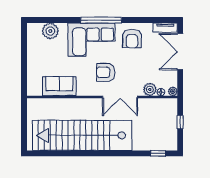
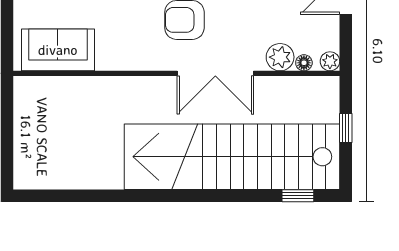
sofa: (59, 86) -> (58, 50), moved
stairs: (82, 135) -> (232, 157), moved

